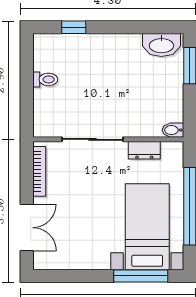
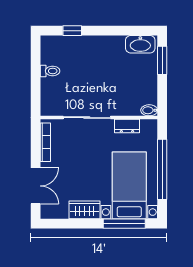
wardrobe: (89, 258) -> (84, 210), added

